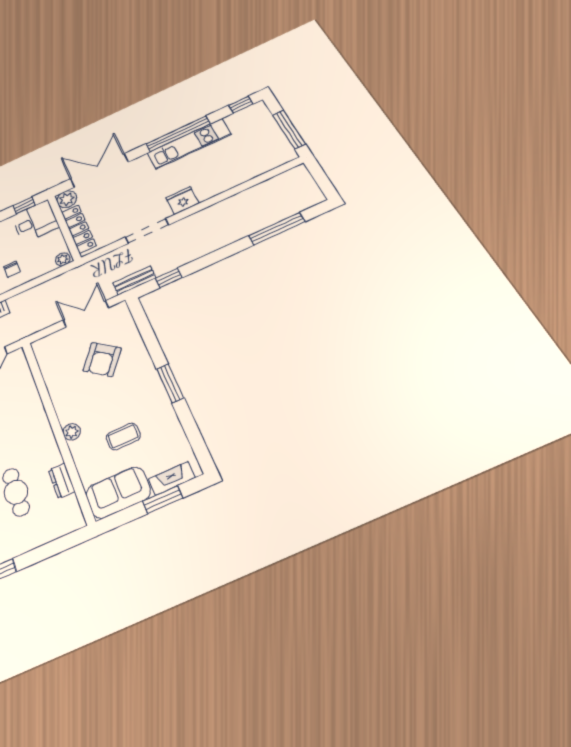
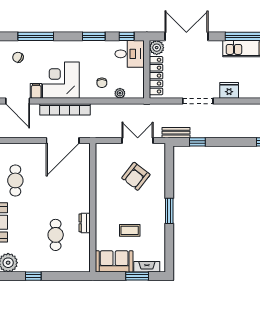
plant: (63, 259) -> (120, 93), moved
plant: (72, 432) -> (101, 214), removed
dresser: (62, 481) -> (85, 223), moved

